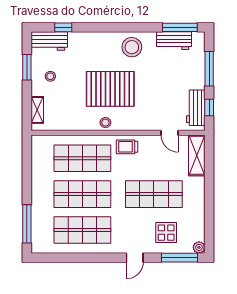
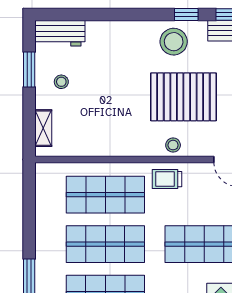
window: (63, 27) -> (186, 14), moved
pallet: (110, 89) -> (183, 97), moved
stool: (105, 123) -> (173, 145), moved

